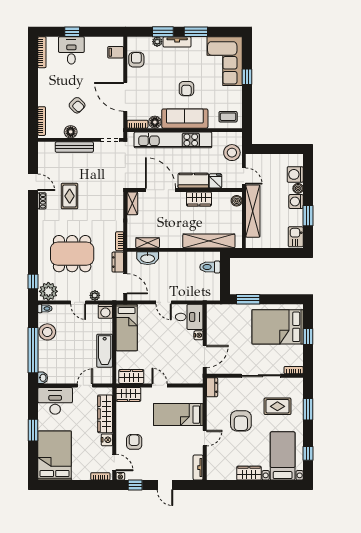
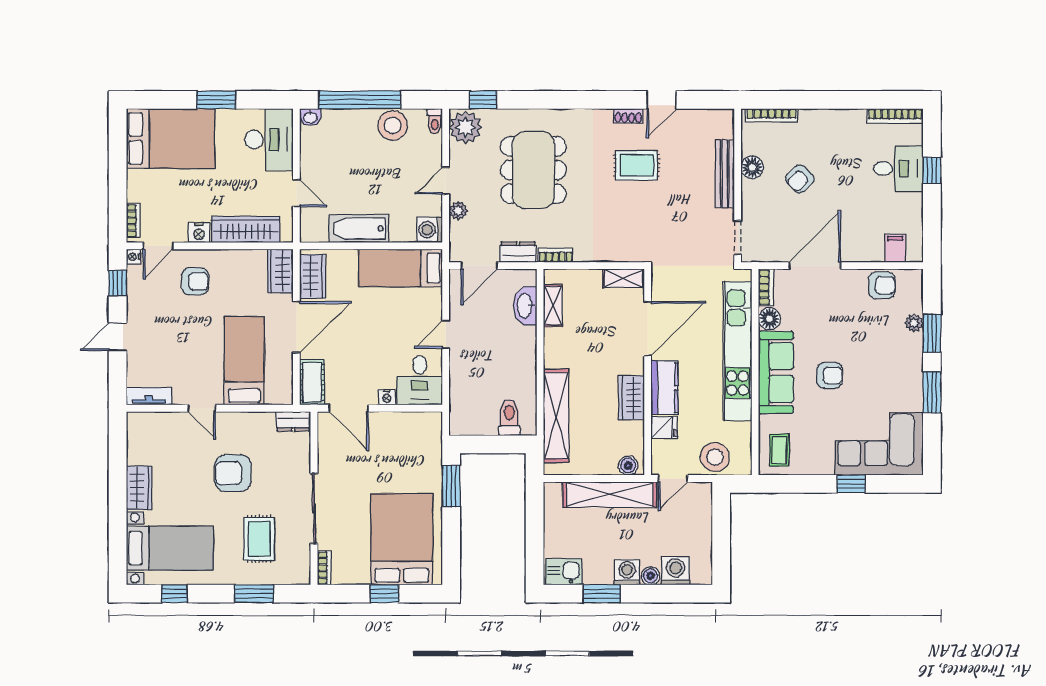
tv unit: (177, 42) -> (914, 358), removed
armchair: (186, 89) -> (830, 375), turned 180
cot: (190, 377) -> (312, 382), added
door: (160, 385) -> (296, 327), width x1.88

